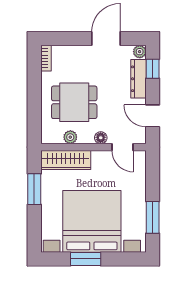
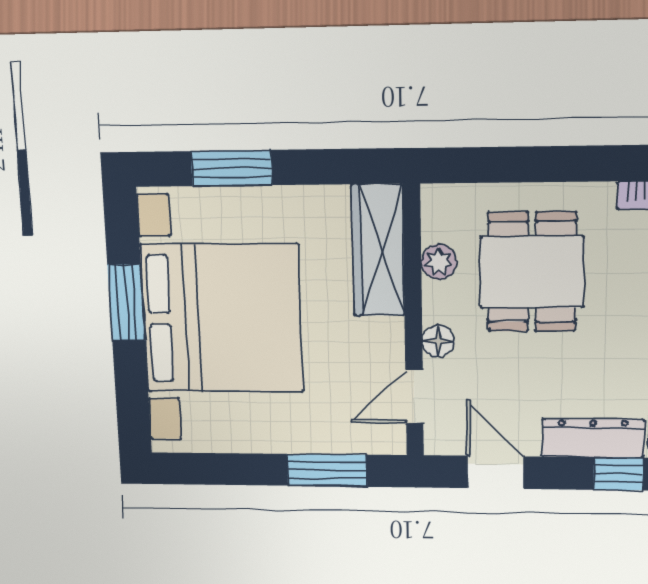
door: (153, 116) -> (495, 472), hinge flipped
window: (34, 189) -> (232, 168), moved
window: (153, 217) -> (327, 470), moved

